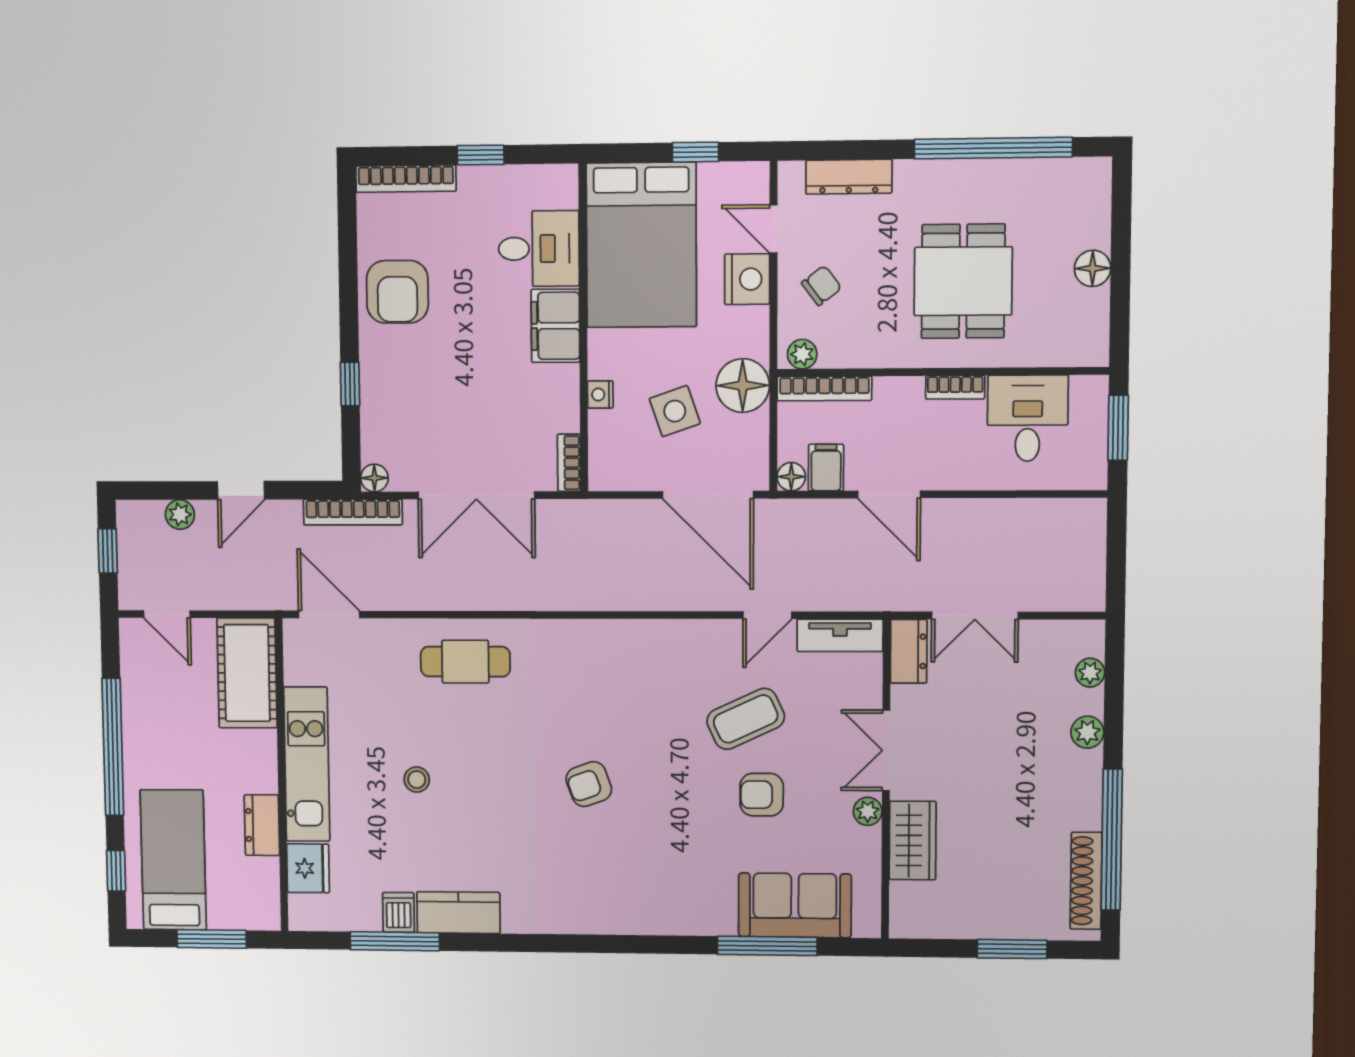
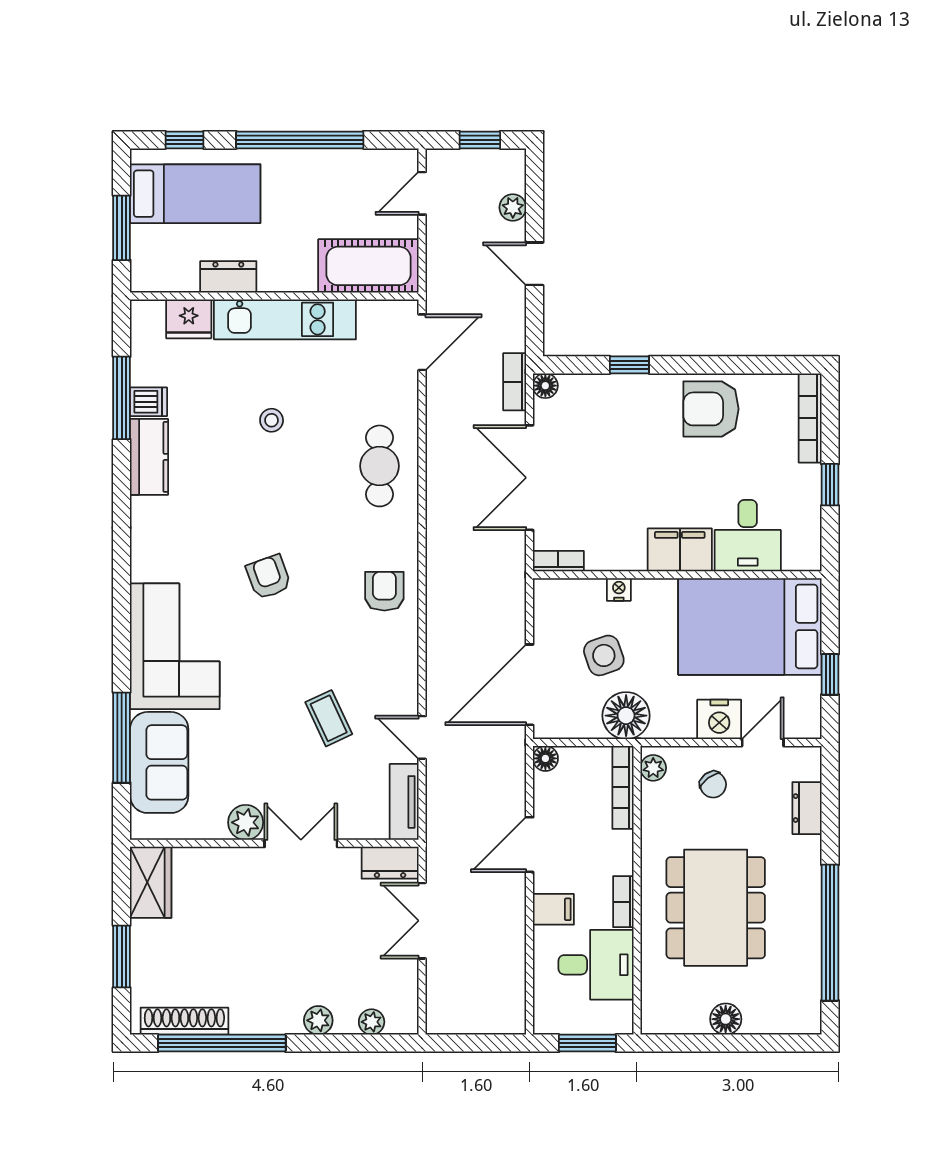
dresser: (849, 177) -> (807, 808), width x0.70
dining table: (963, 281) -> (716, 908), width x1.38
filing cabinet: (826, 468) -> (553, 909), moved
bookcase: (353, 512) -> (515, 382), width x0.64
coffee table: (746, 719) -> (329, 718), width x0.73, depth x0.77
armchair: (762, 795) -> (384, 591), moved
plant: (868, 811) -> (246, 822), width x1.38, depth x1.38
wardrobe: (913, 840) -> (151, 882), moved, turned -90
corner sofa: (666, 887) -> (175, 646), added

